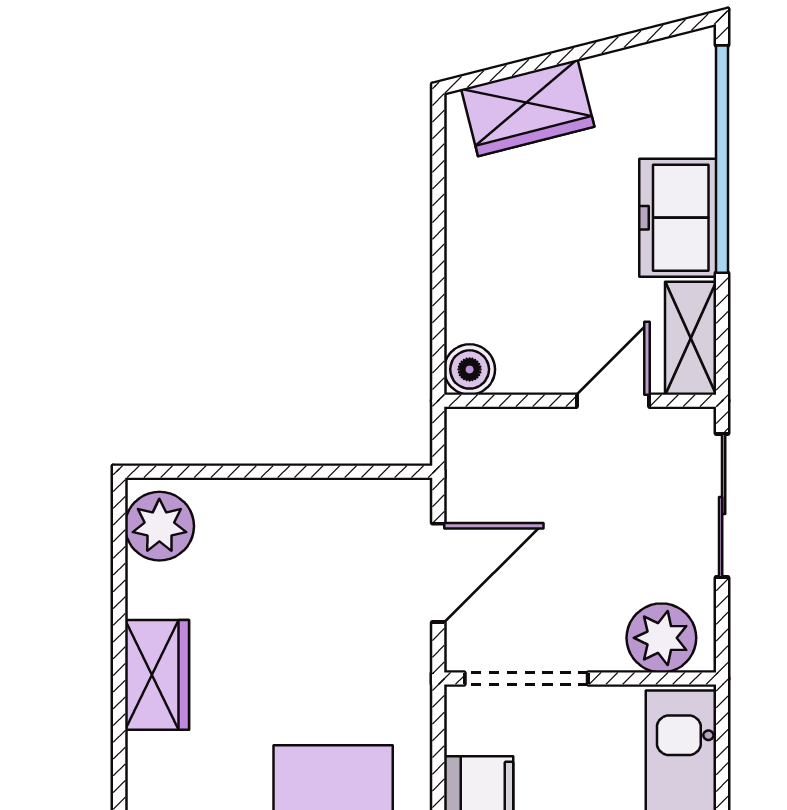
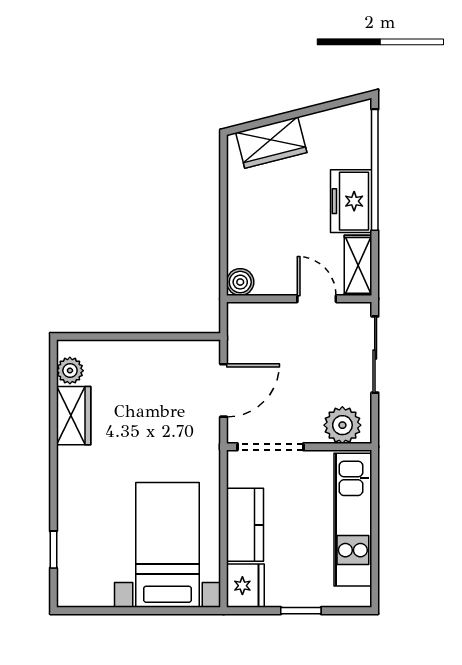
door: (613, 401) -> (317, 299), hinge flipped
plant: (159, 526) -> (70, 371), width x0.73, depth x0.73
wardrobe: (157, 675) -> (74, 416), moved

